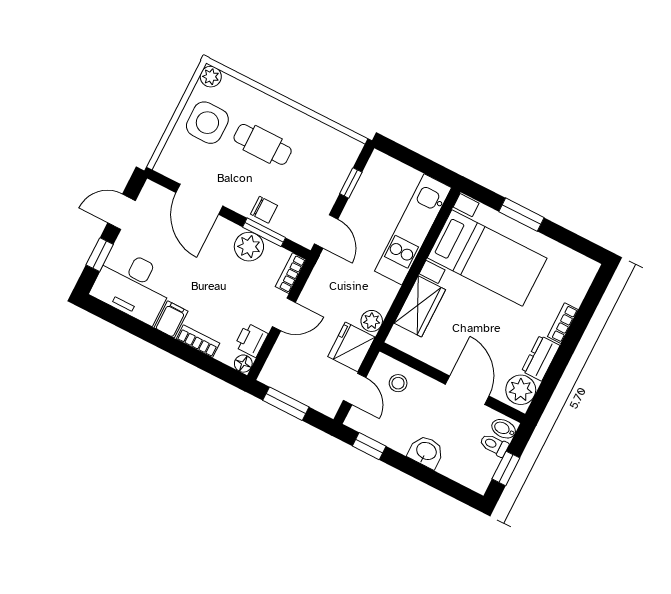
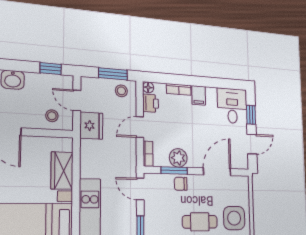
door: (199, 199) -> (217, 172), hinge flipped
desk: (133, 285) -> (232, 106), width x0.73
plant: (372, 321) -> (87, 147), removed
stool: (285, 375) -> (121, 91), added

